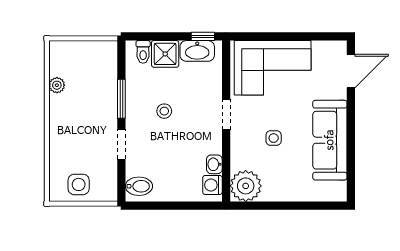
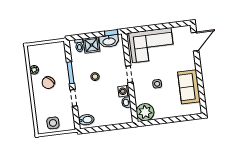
chair: (79, 111) -> (48, 83), added
sofa: (330, 140) -> (189, 87), width x0.73
washing machine: (212, 185) -> (124, 91), moved

